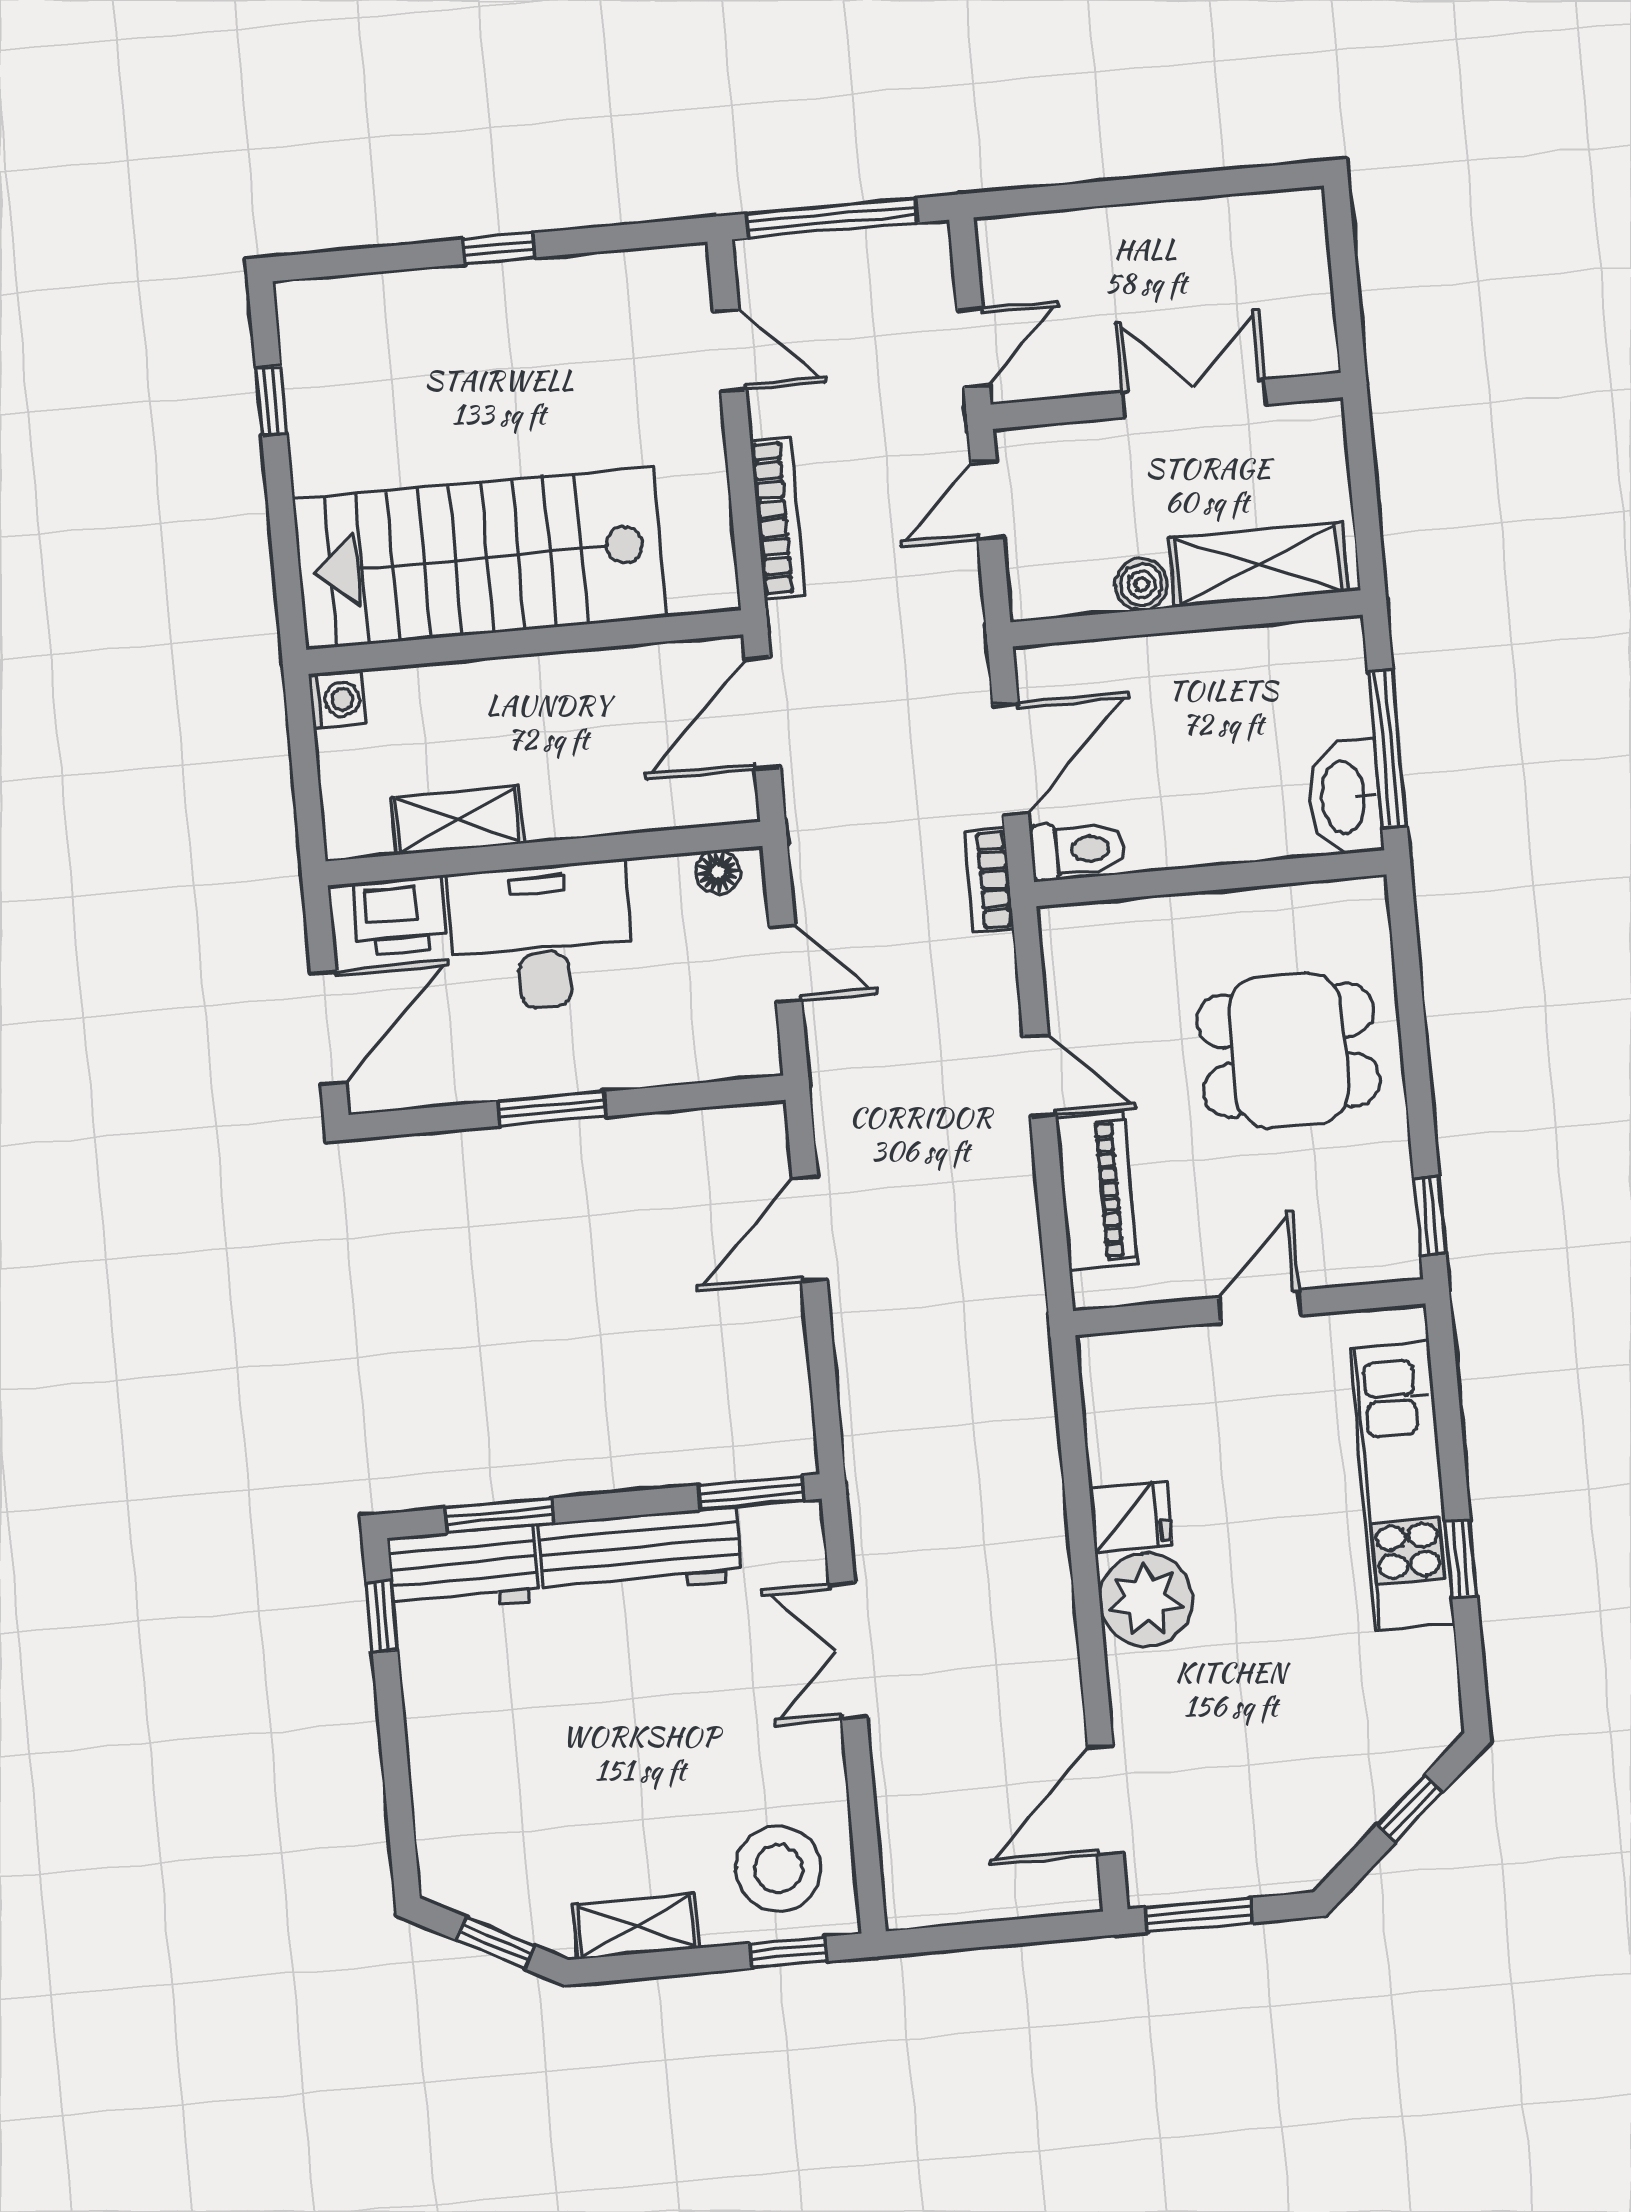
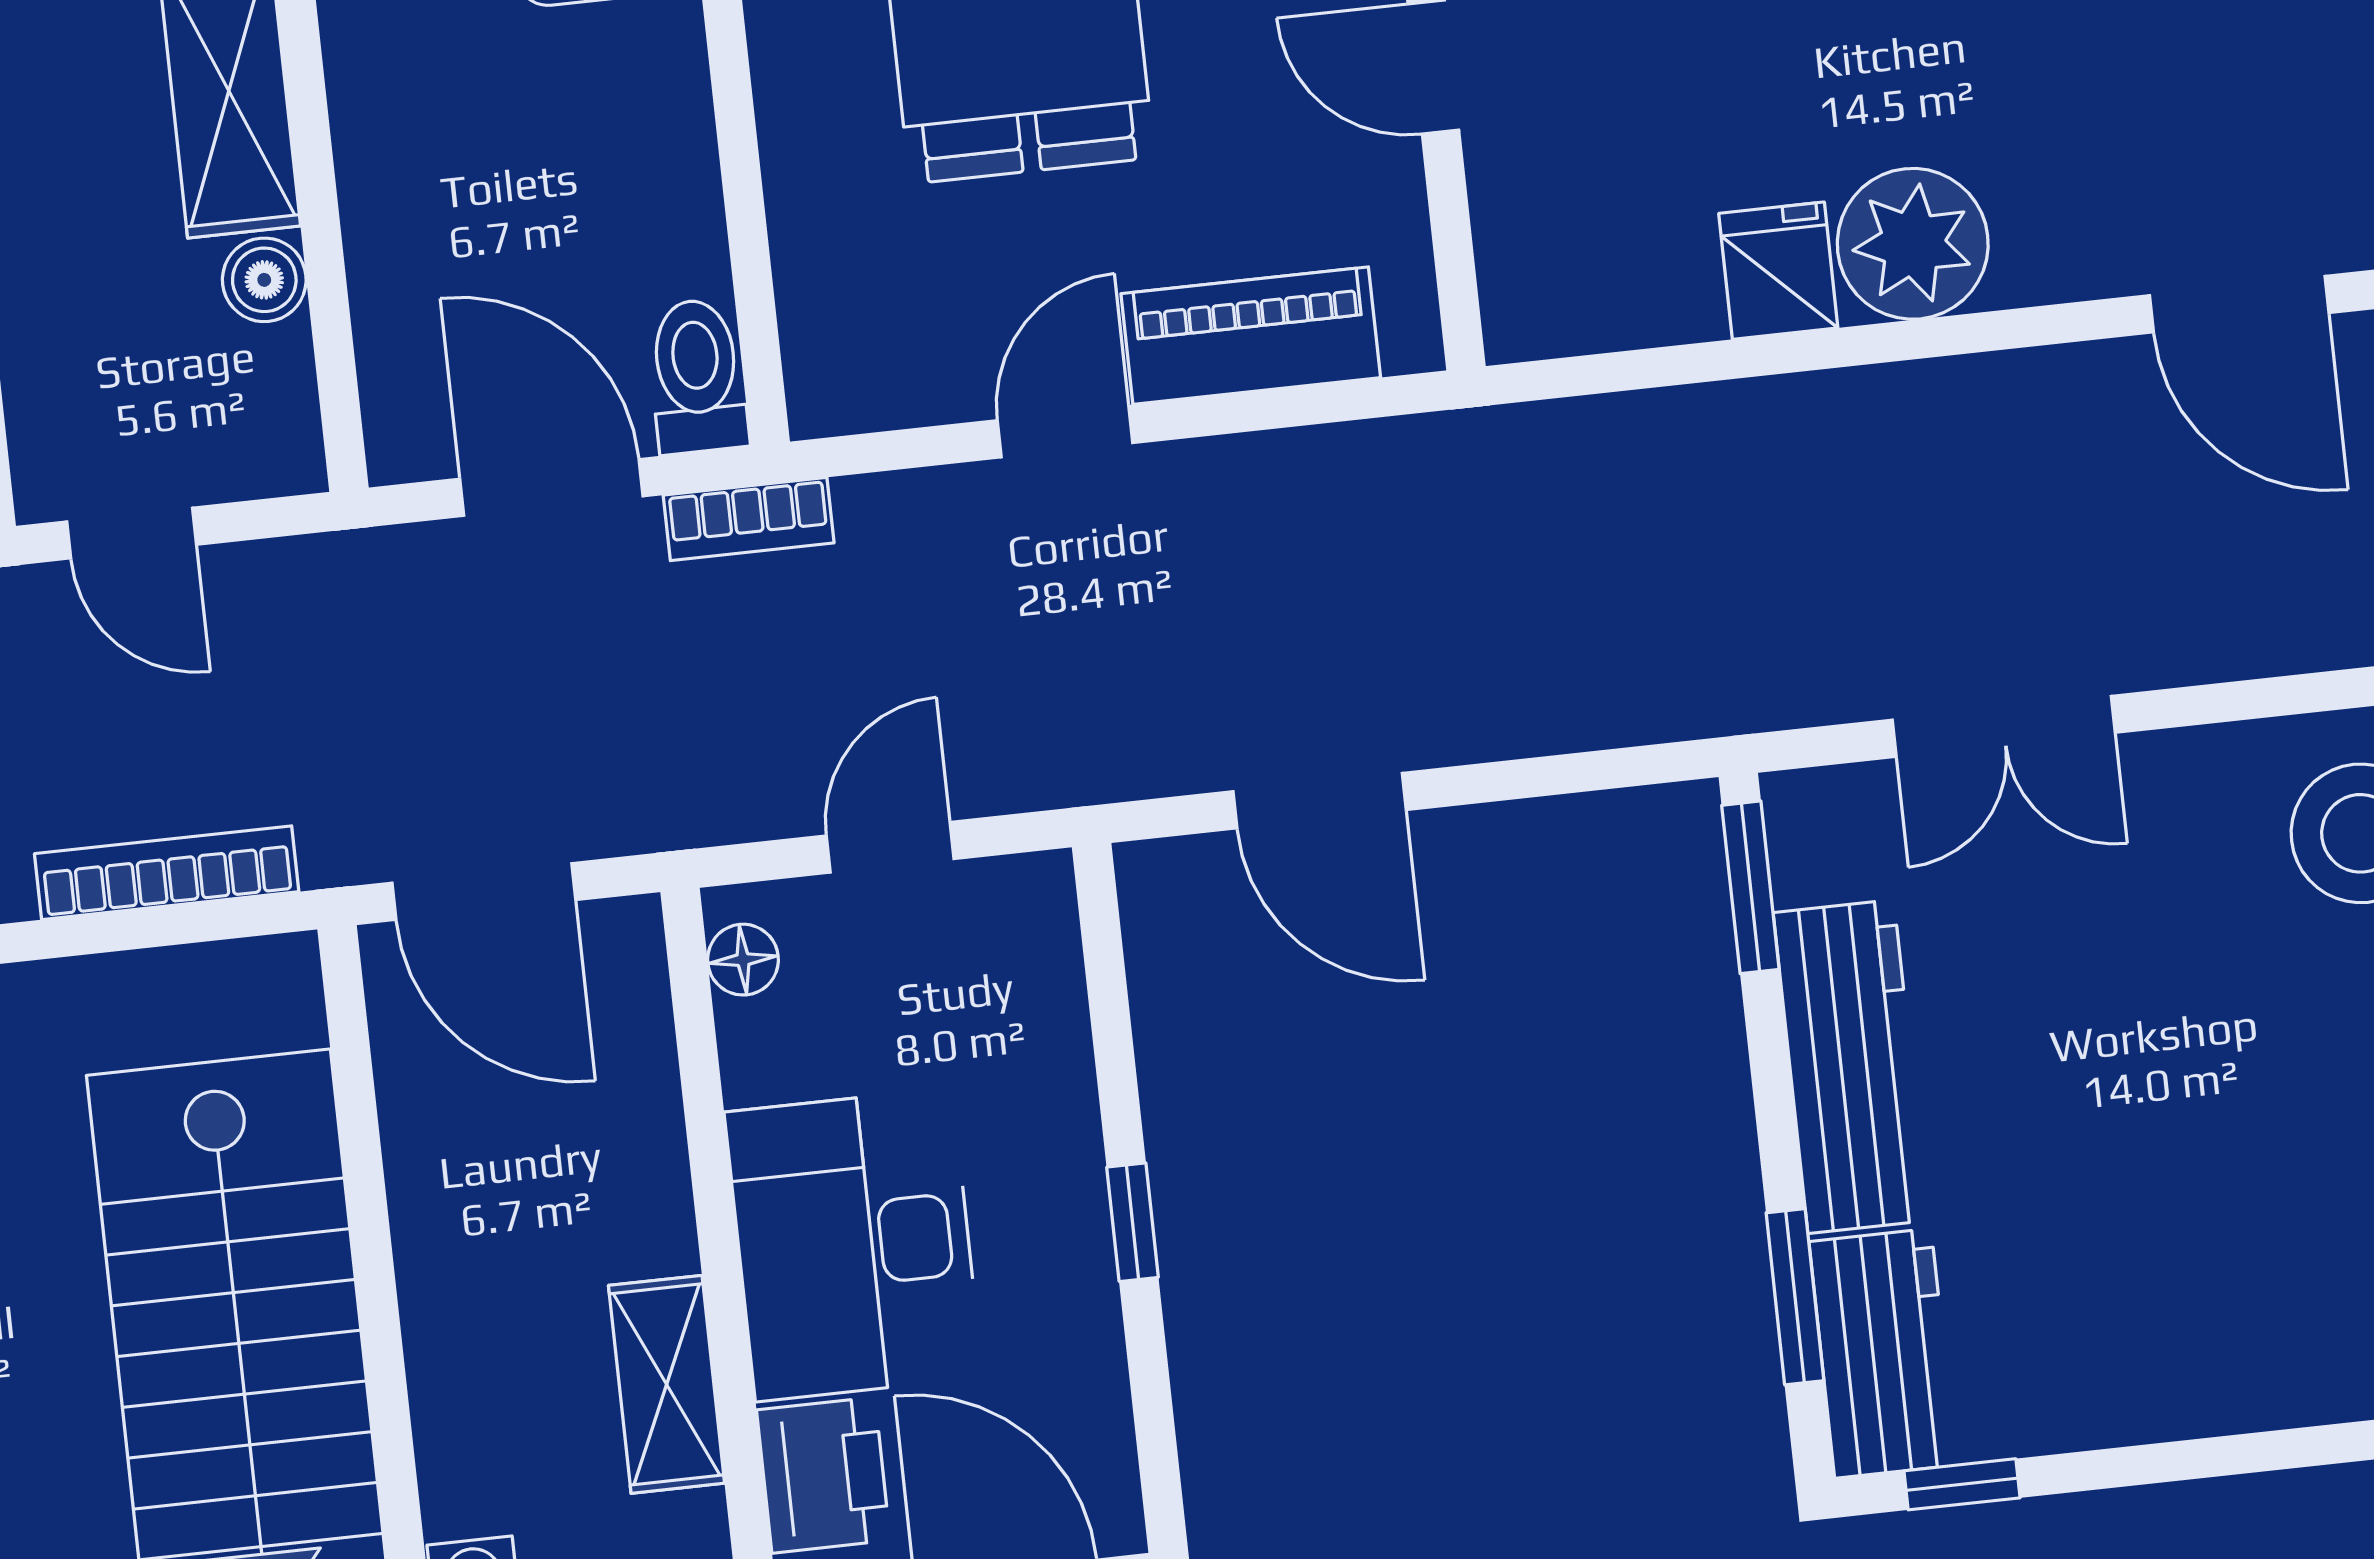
window: (552, 1109) -> (1133, 1222), width x0.67

